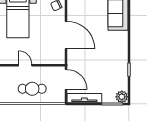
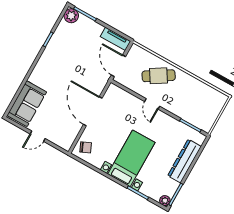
cafe table: (32, 89) -> (159, 76), turned -32
tv unit: (84, 98) -> (116, 39), width x0.71

